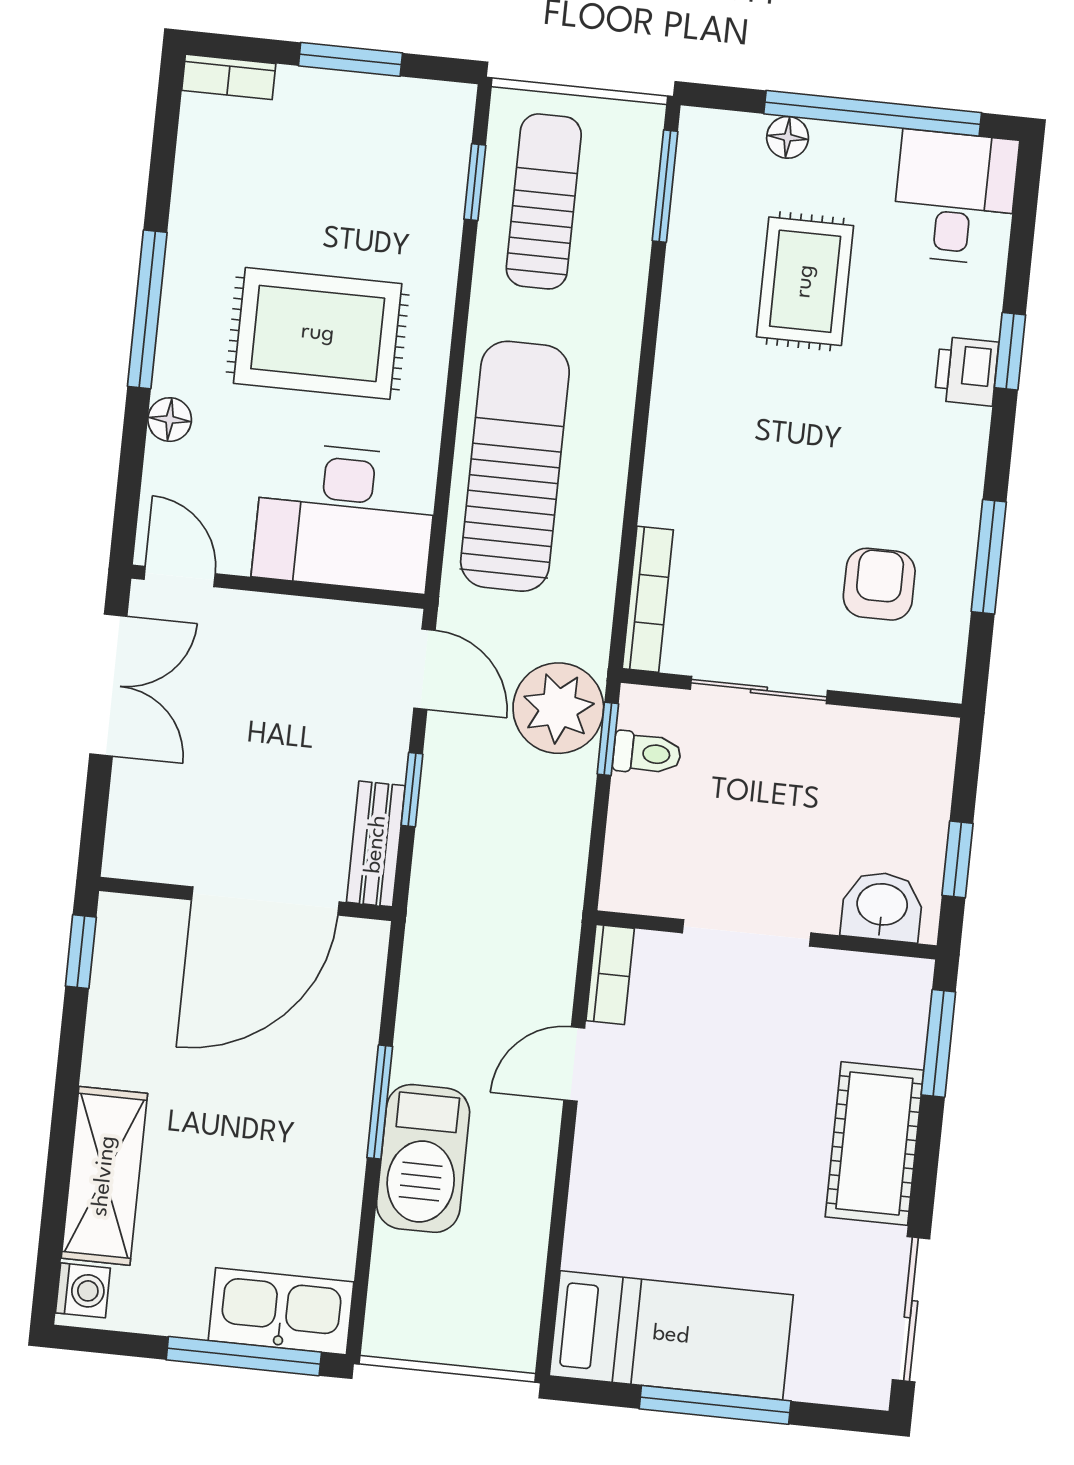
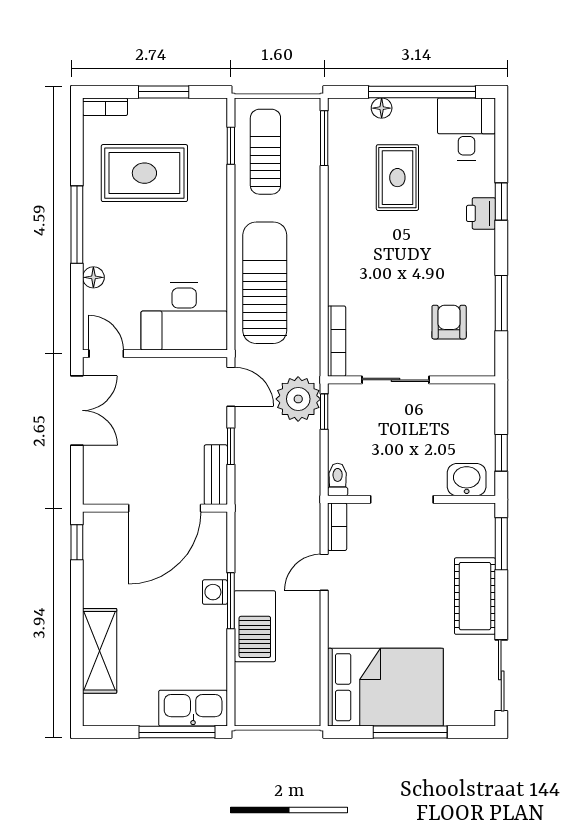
rug: (318, 333) -> (144, 173), moved
toilet: (647, 753) -> (338, 480), moved, turned -90
washing machine: (83, 1290) -> (215, 592), moved, turned 180
bed: (671, 1335) -> (385, 687), width x1.50

